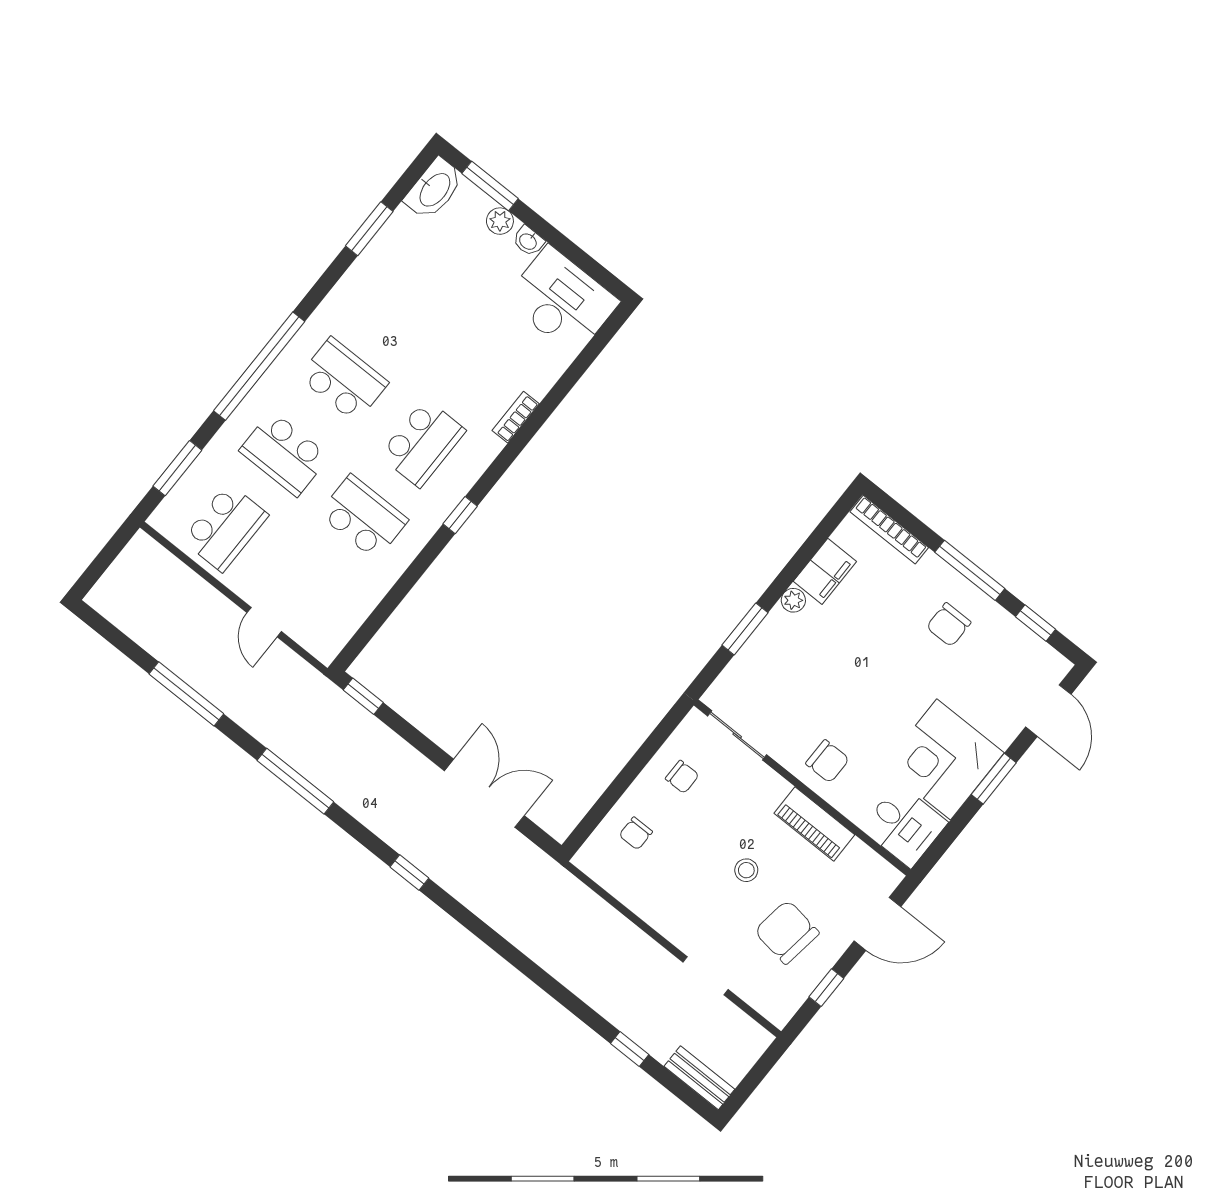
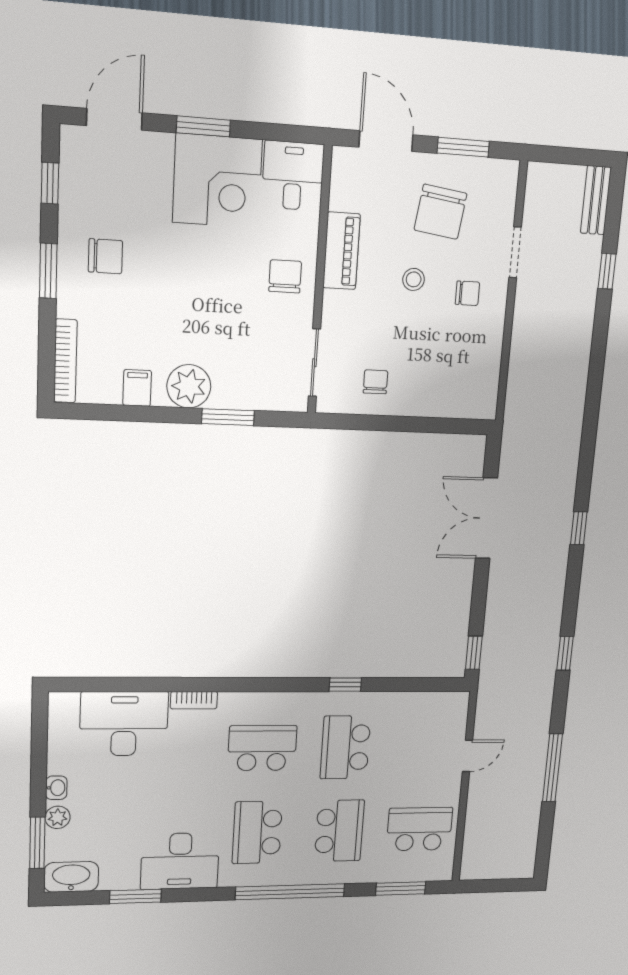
desk: (372, 292) -> (180, 861), added
desk: (562, 301) -> (124, 724), moved, turned 90
window: (460, 515) -> (345, 685), moved
window: (970, 570) -> (48, 271), width x0.69
filing cabinet: (825, 571) -> (137, 388), width x0.50
plant: (793, 600) -> (189, 386), width x1.88, depth x1.88
window: (295, 781) -> (565, 653), width x0.46
chair: (636, 833) -> (467, 293), moved
window: (826, 988) -> (463, 147), width x1.50

